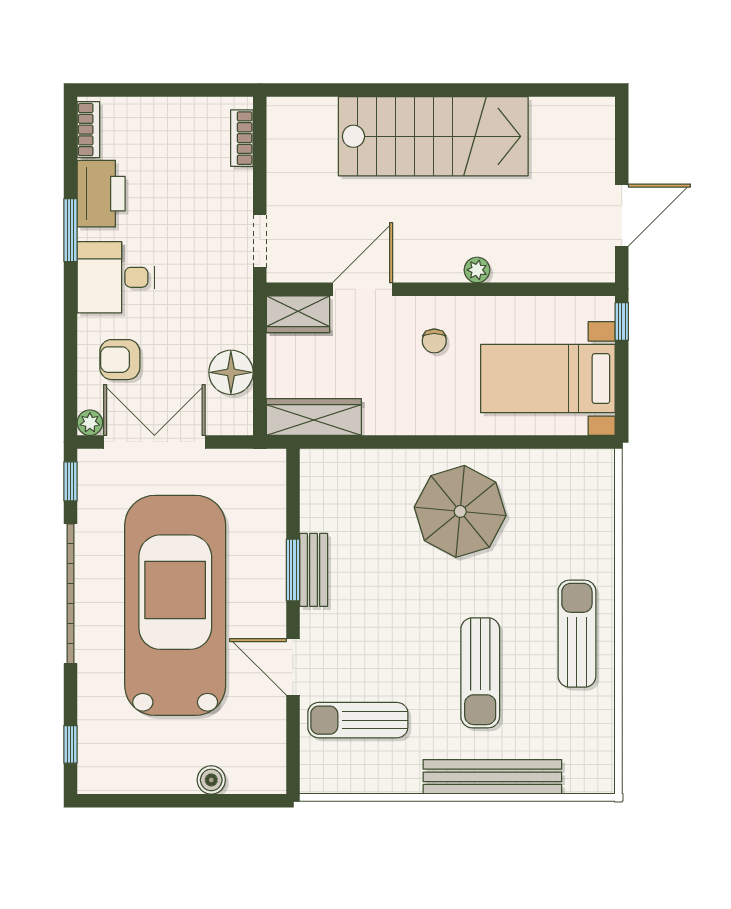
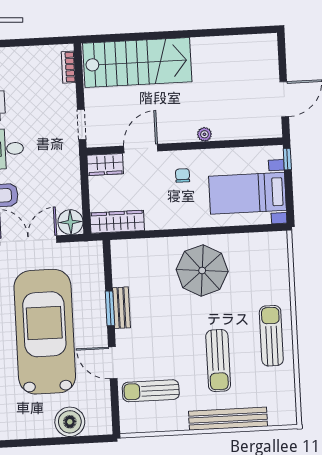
stairs: (433, 136) -> (137, 63), moved
chair: (434, 341) -> (183, 175), turned 180
floor lamp: (231, 372) -> (70, 222), moved
boiler: (211, 780) -> (70, 422), width x1.86, depth x1.86

